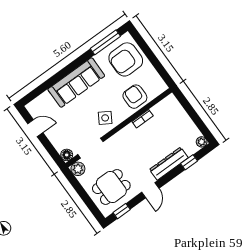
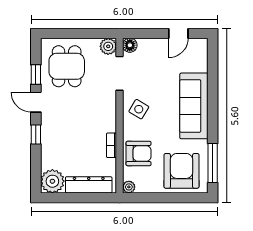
plant: (162, 87) -> (129, 187), added
plant: (202, 142) -> (52, 181), width x1.87, depth x1.87
window: (189, 162) -> (36, 135), moved
dresser: (169, 164) -> (89, 185), moved, turned -90
window: (122, 211) -> (36, 75), moved

